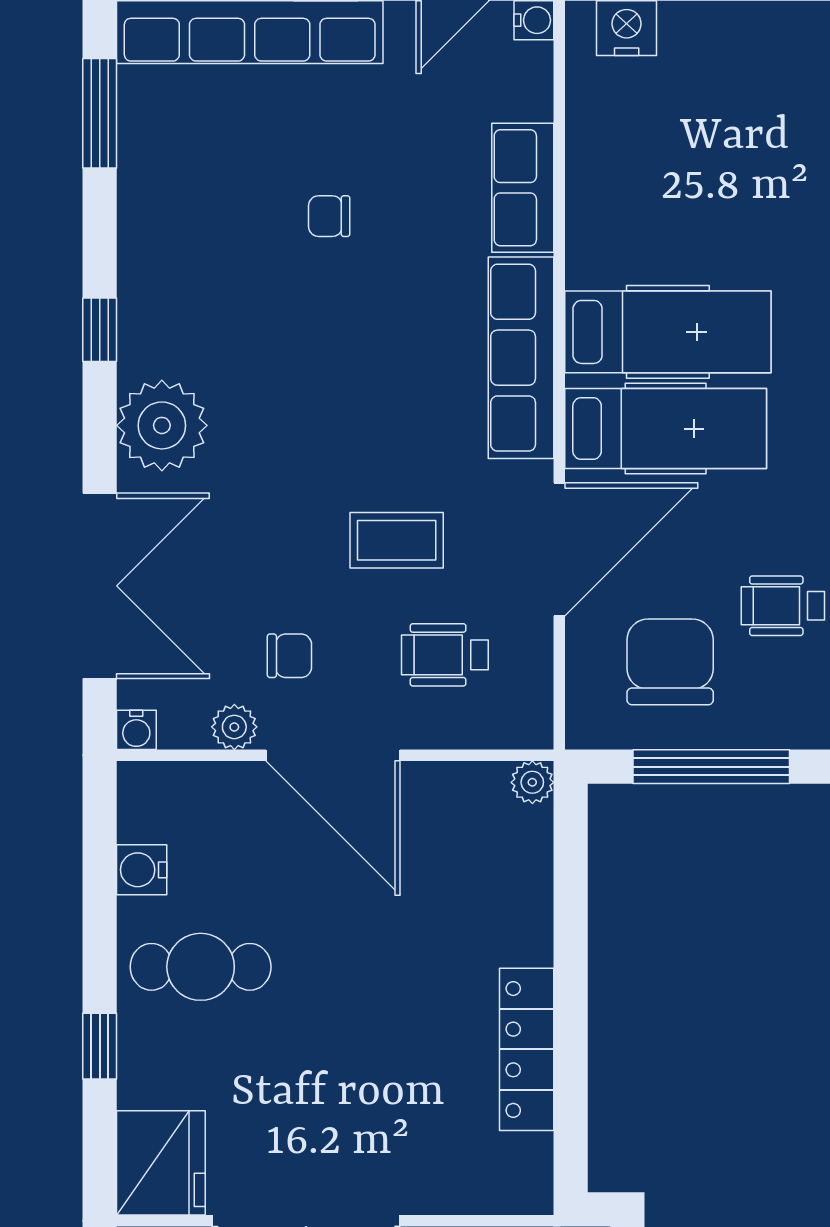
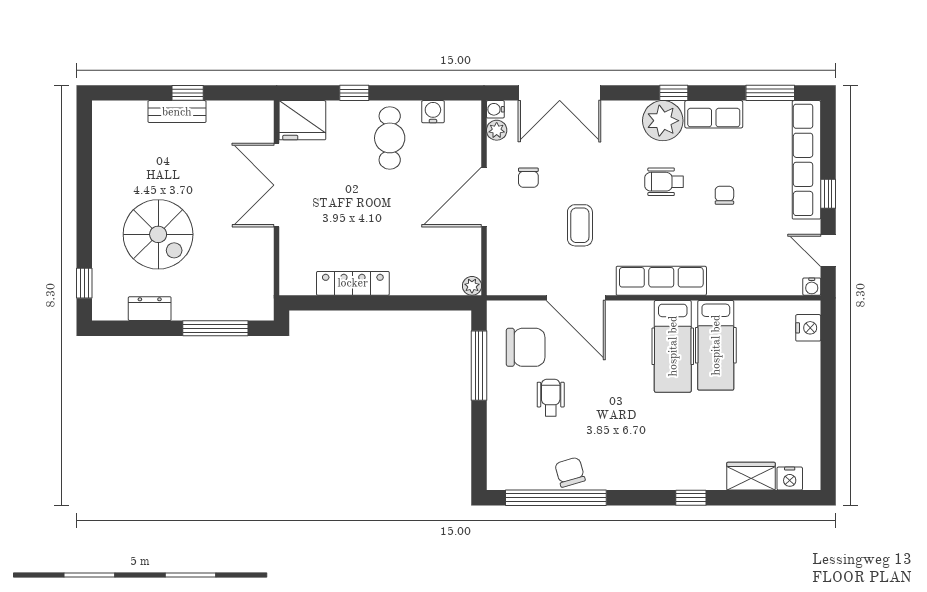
row of seats: (523, 188) -> (714, 114), moved, turned 180
plant: (162, 425) -> (663, 121), moved
hospital bed: (666, 429) -> (716, 345), moved
wheelchair: (445, 655) -> (664, 182), moved, turned -90
plant: (234, 727) -> (497, 130), moved

